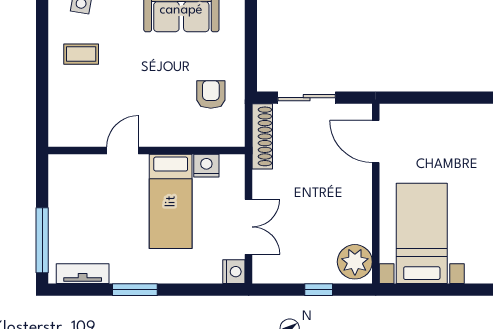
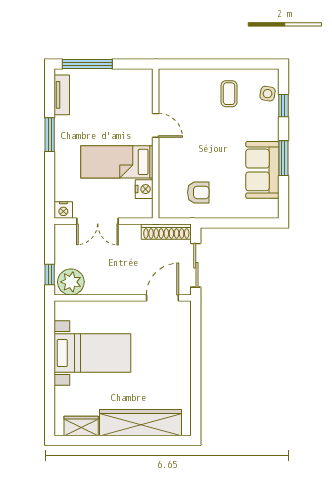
door: (376, 141) -> (162, 298), moved
wall: (376, 194) -> (123, 298), moved
plant: (355, 262) -> (71, 282), moved

